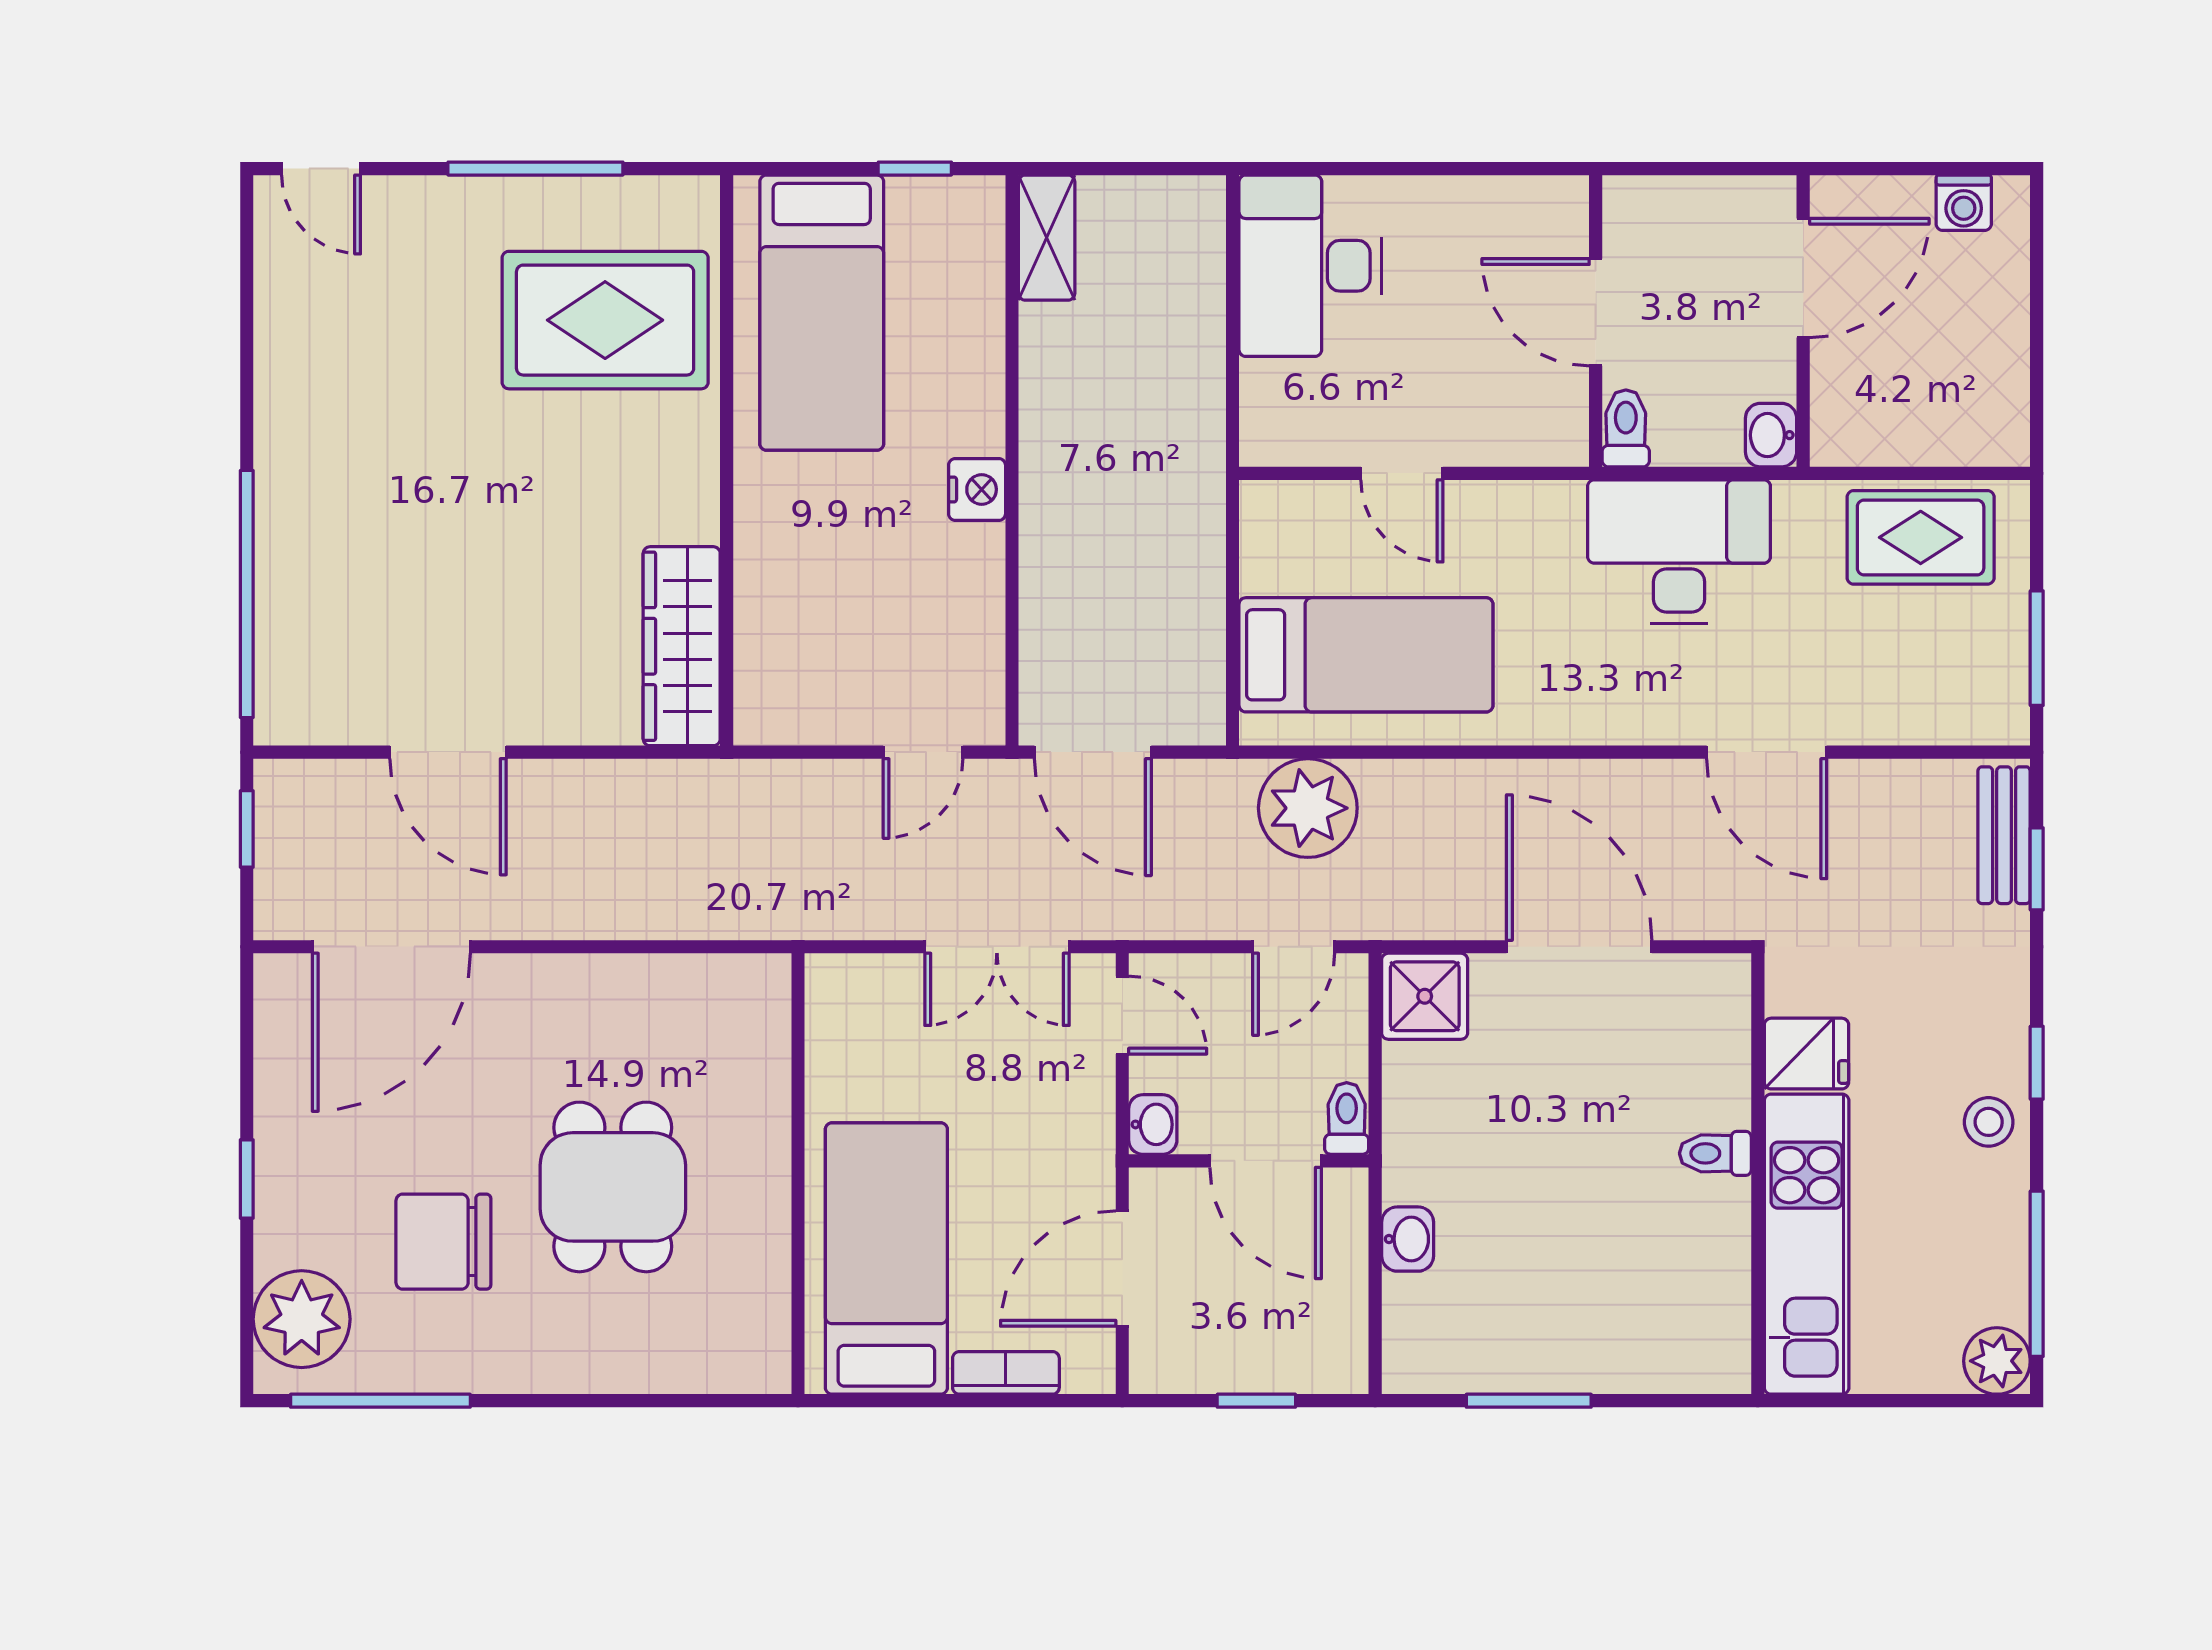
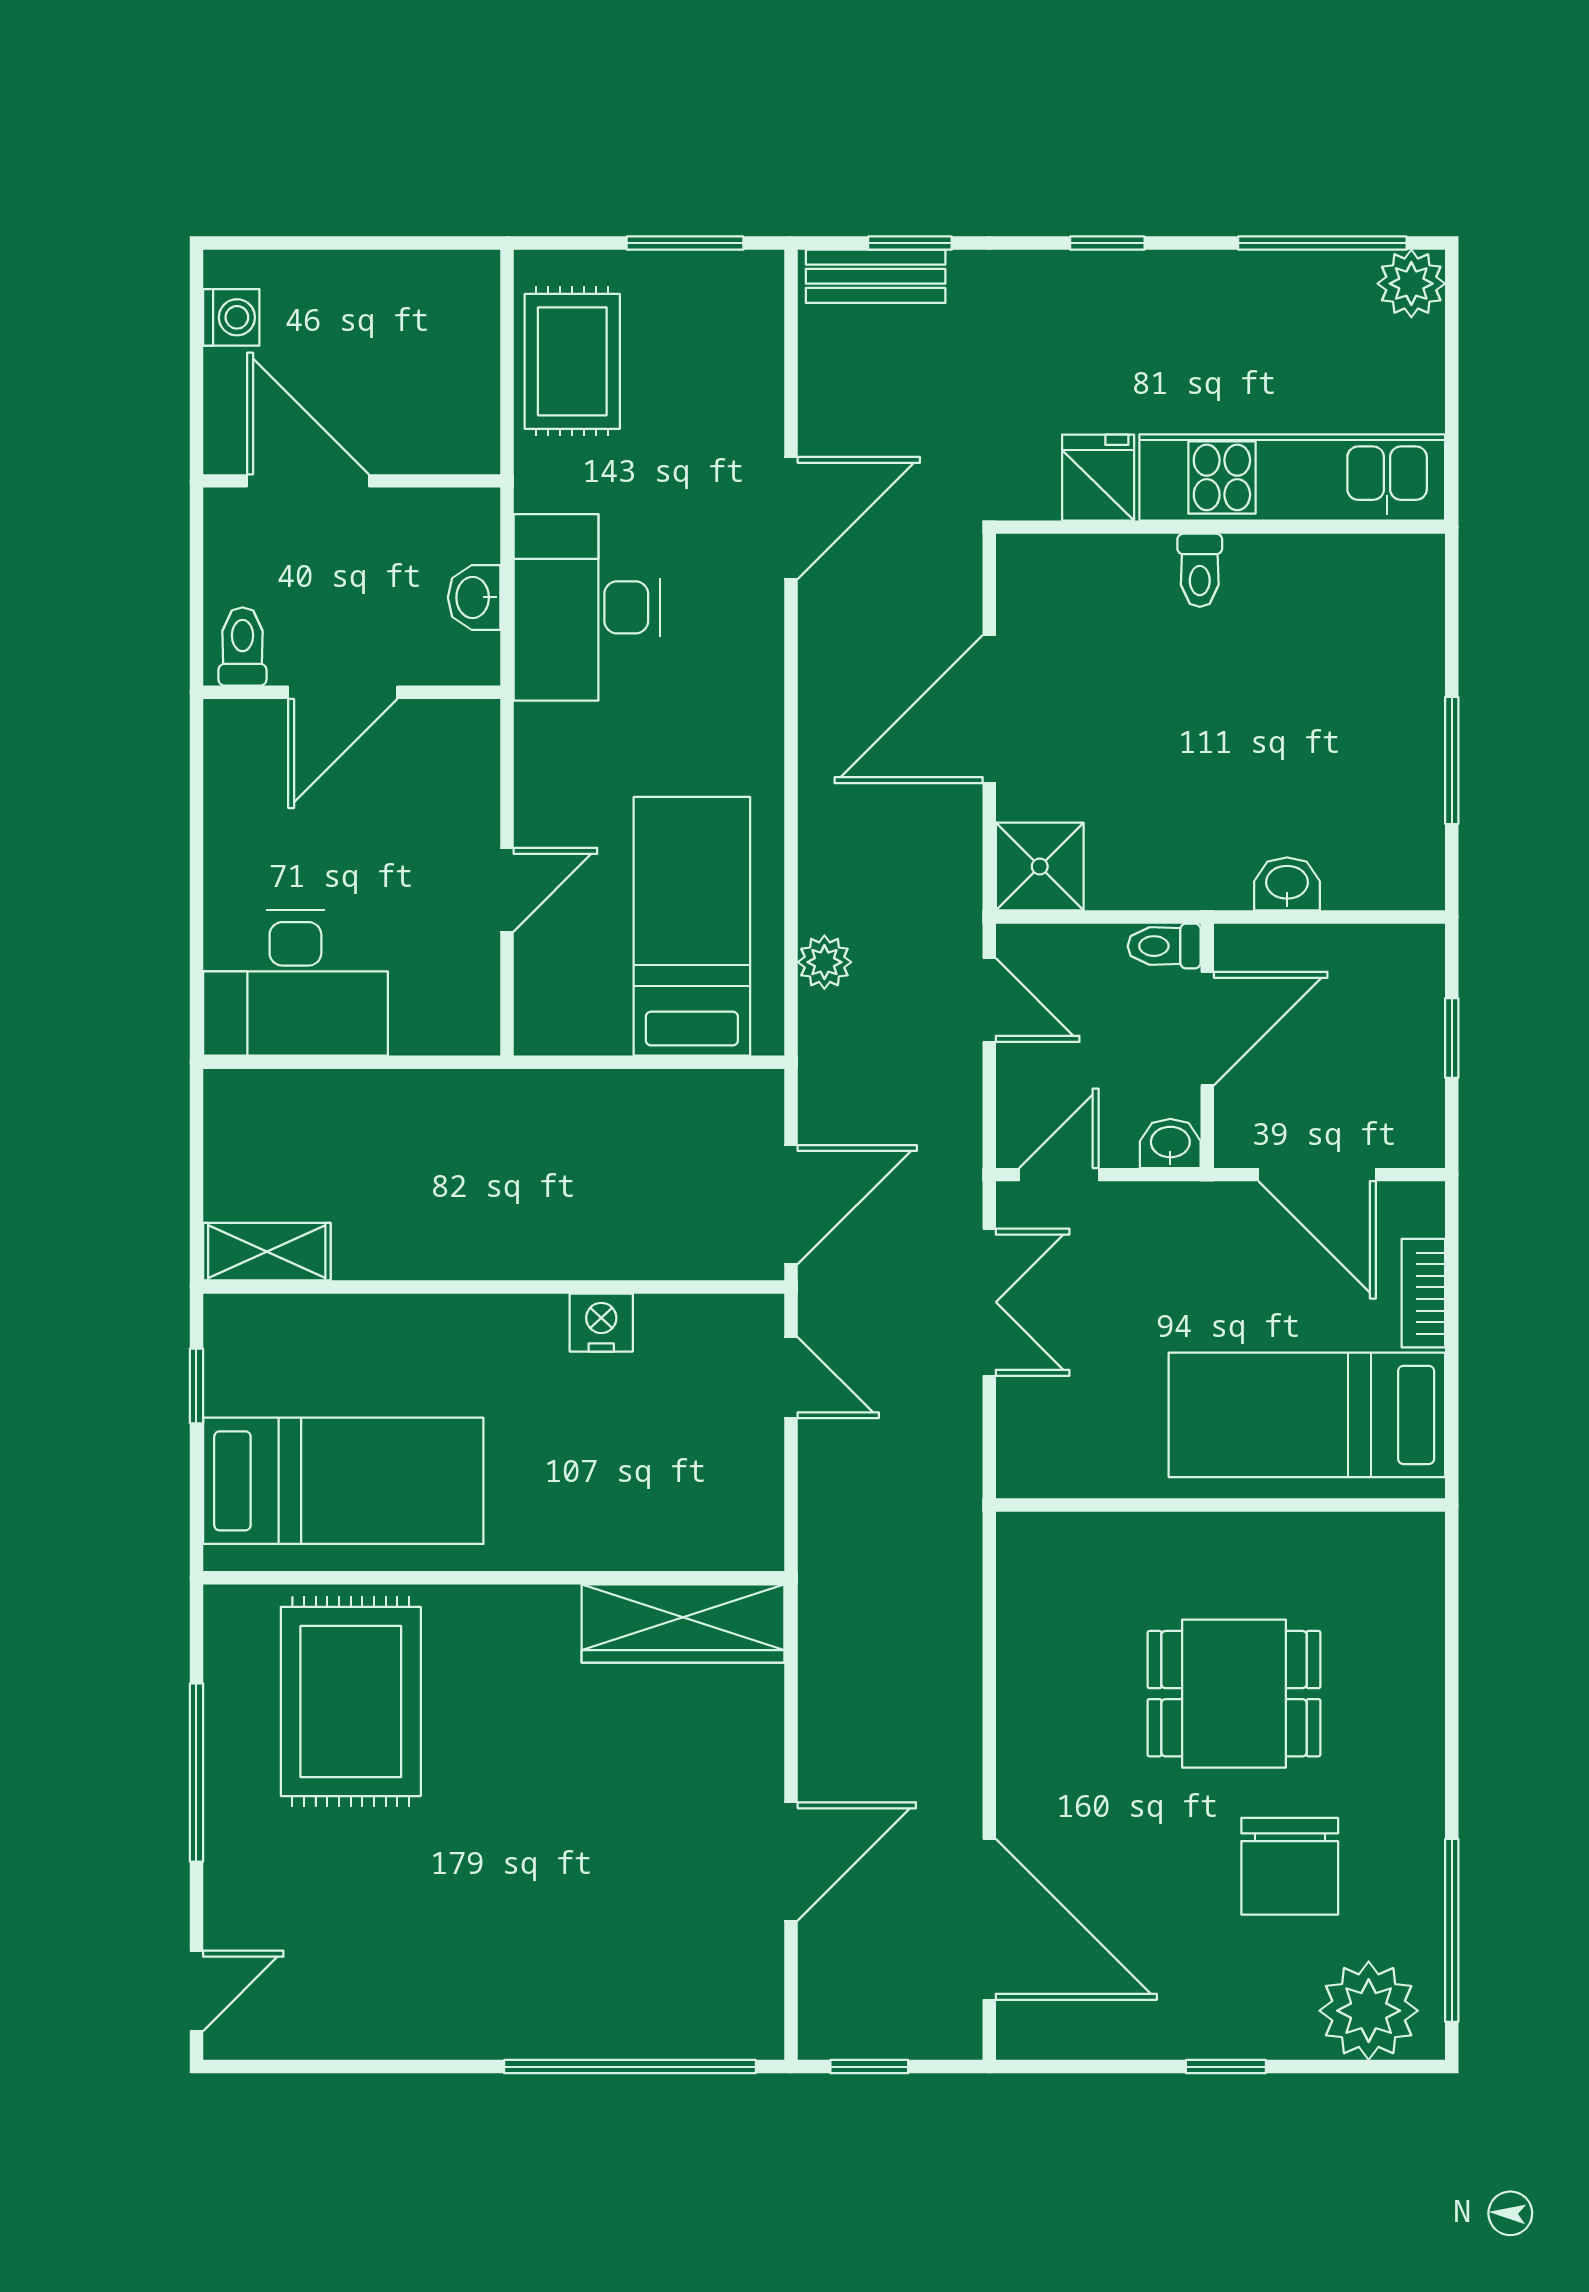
toilet: (1626, 428) -> (242, 647), moved, turned 90
washbasin: (1771, 435) -> (474, 597), moved, turned 90
nightstand: (977, 489) -> (601, 1323), moved
plant: (1308, 808) -> (824, 962), width x0.53, depth x0.53
stool: (1989, 1122) -> (1168, 292), removed

